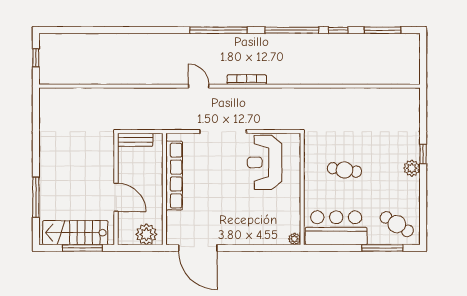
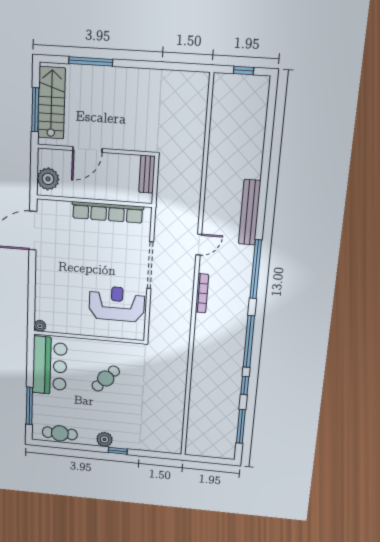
bench: (164, 41) -> (250, 212), added
cafe table: (344, 170) -> (106, 379), turned 34
cafe table: (397, 224) -> (60, 433), moved, turned 58

